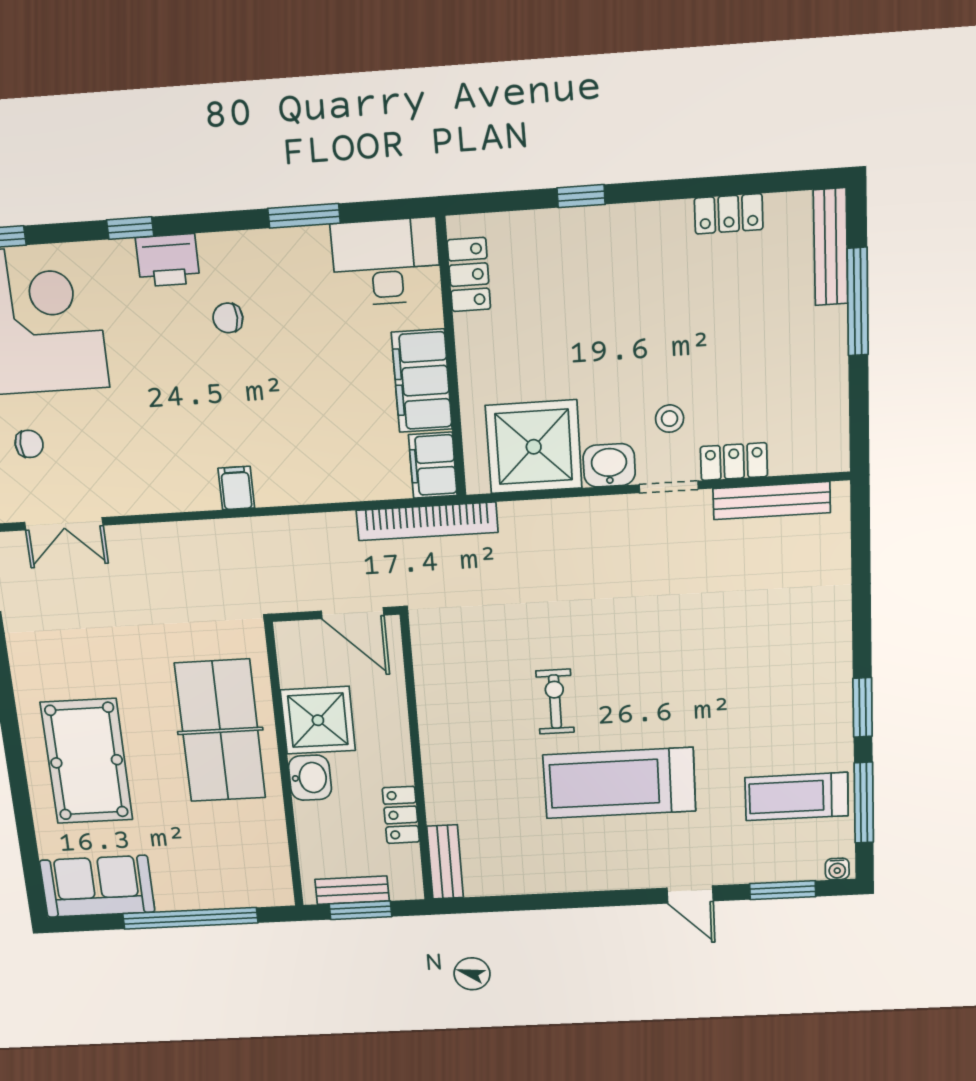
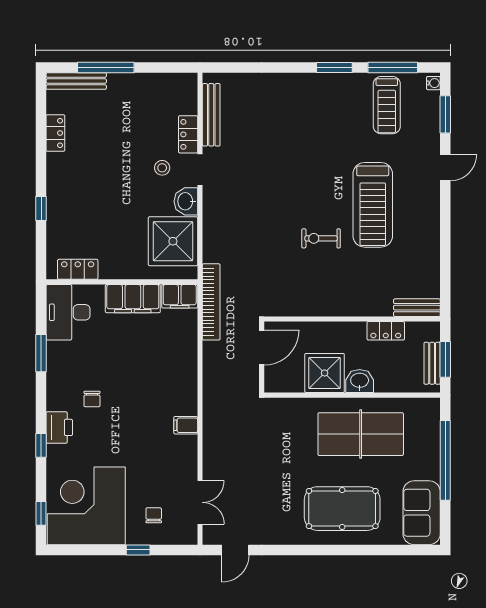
filing cabinet: (236, 488) -> (186, 425), moved
table tennis table: (220, 731) -> (361, 434), moved

